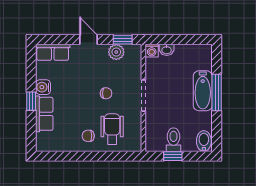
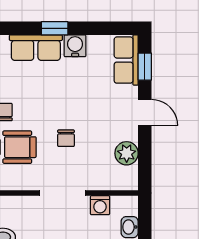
door: (89, 40) -> (145, 113), hinge flipped
window: (123, 40) -> (145, 67), moved
washing machine: (152, 51) -> (100, 205), moved, turned -90

